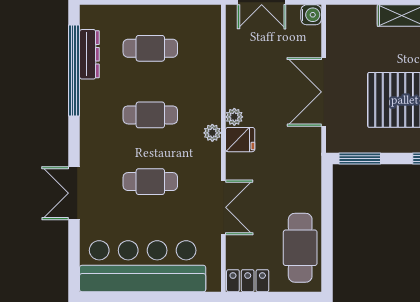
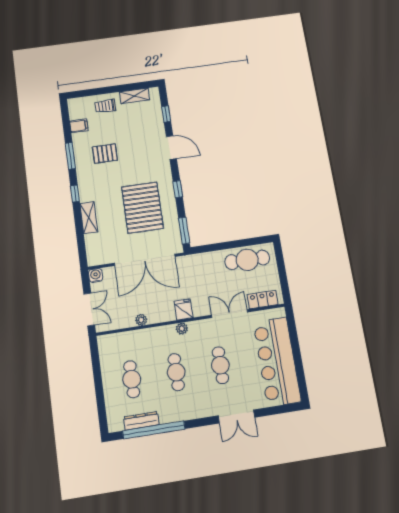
double door: (324, 92) -> (145, 260), width x1.36
plant: (234, 117) -> (141, 320), moved
locker: (248, 281) -> (263, 300), moved, turned 90

